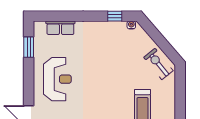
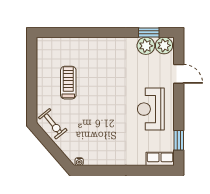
window: (115, 16) -> (95, 170), removed
row of seats: (60, 28) -> (160, 159), moved

